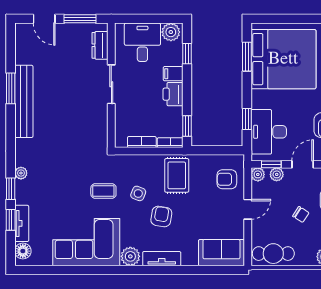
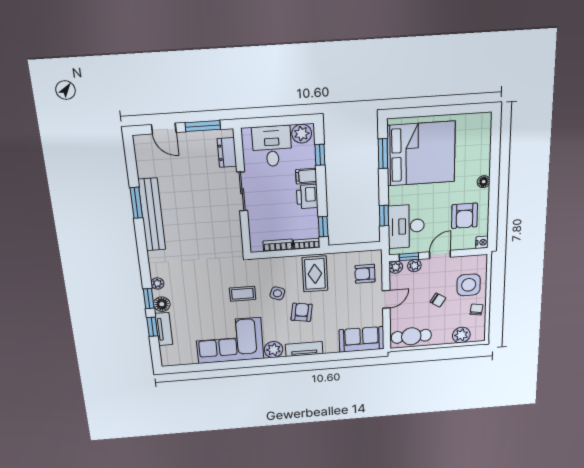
floor lamp: (23, 251) -> (162, 304), moved

